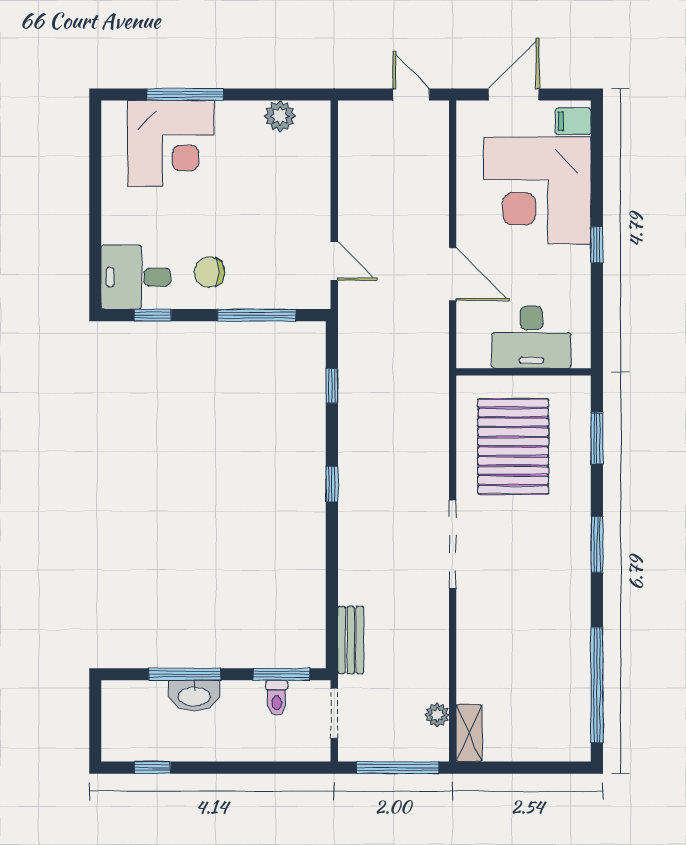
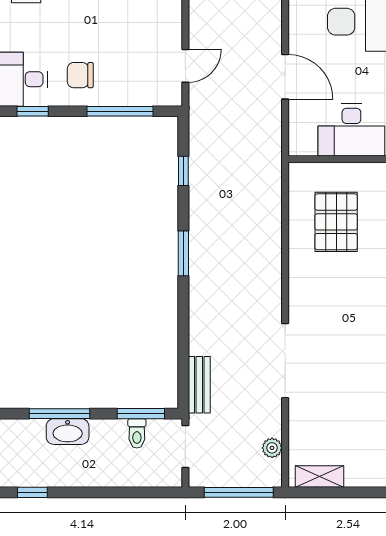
door: (334, 261) -> (185, 66), hinge flipped
pallet: (513, 446) -> (336, 222), width x0.73, depth x0.71
window: (332, 484) -> (183, 253), width x1.50
doorway: (453, 544) -> (285, 361), moved
shelving: (469, 733) -> (319, 476), moved, turned 90

